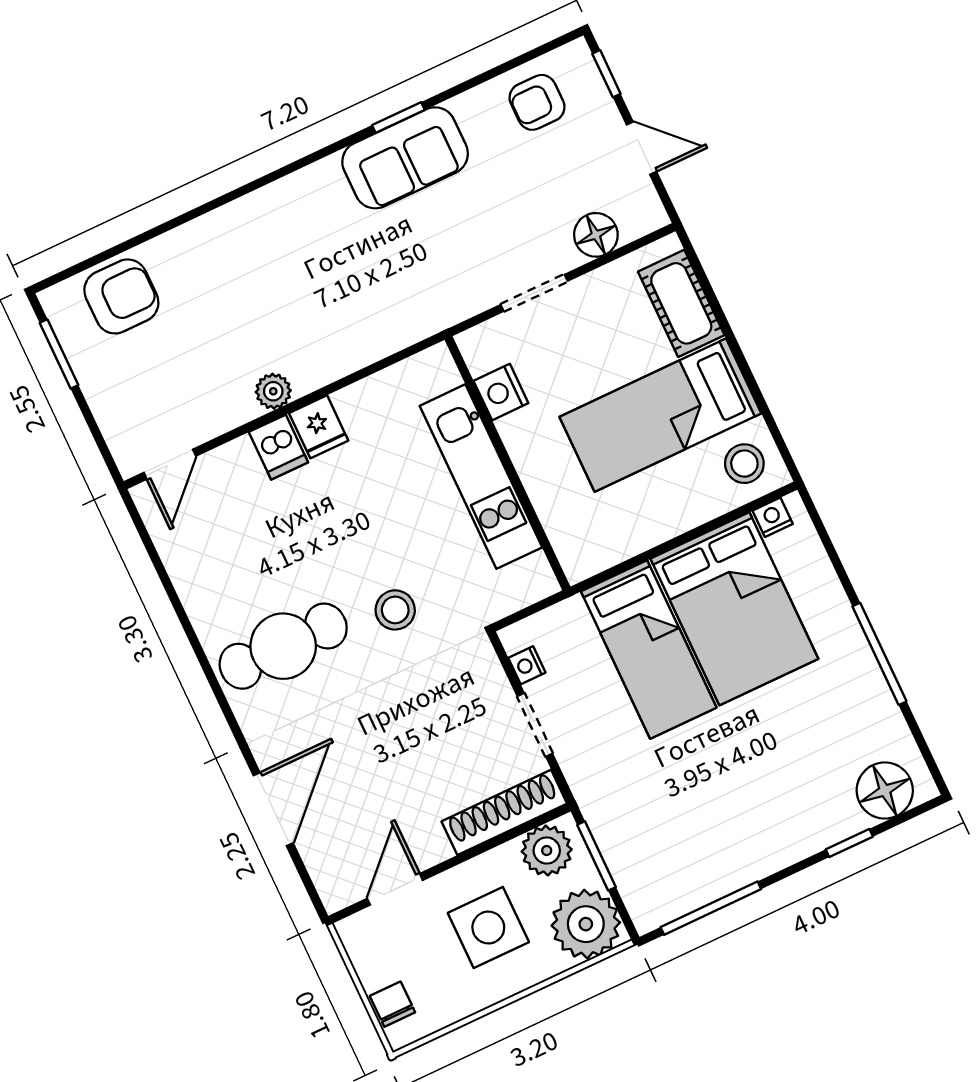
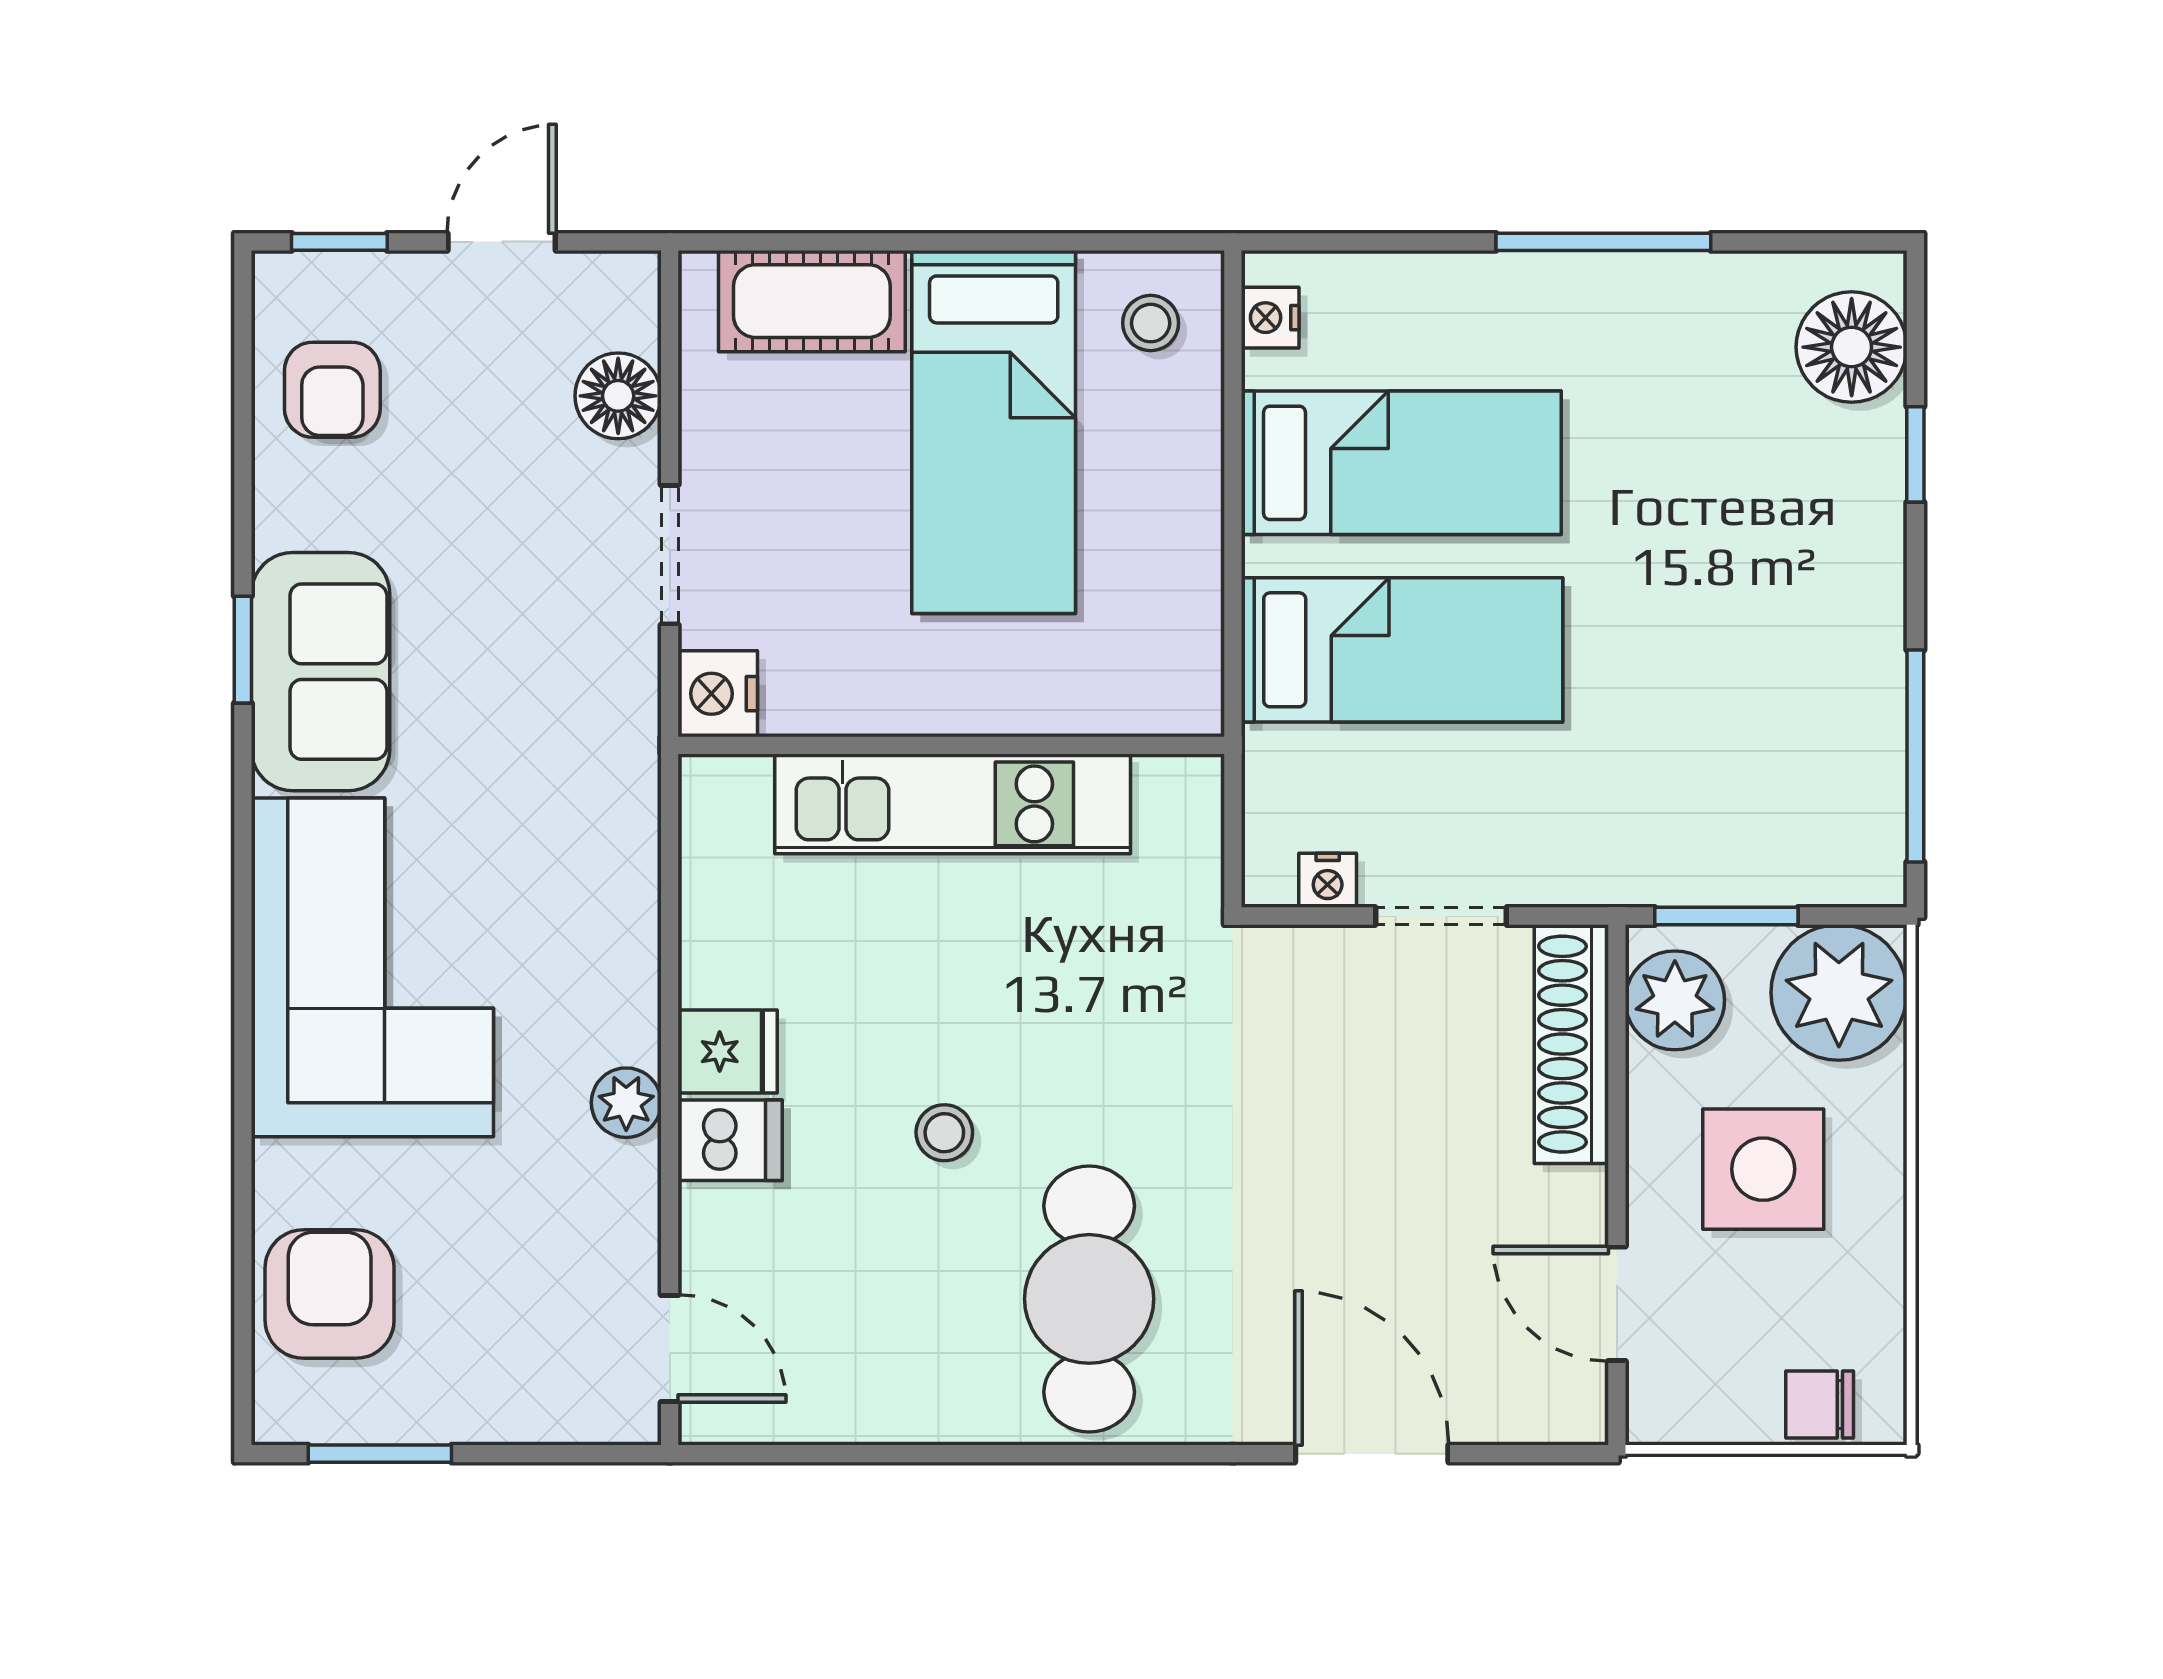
corner sofa: (281, 246) -> (372, 967), added
nightstand: (501, 392) -> (718, 694), moved, turned 90
stool: (744, 464) -> (1151, 323), width x0.73, depth x0.73
bed: (734, 609) -> (1401, 463), width x0.67
stool: (395, 610) -> (944, 1133), moved, width x0.73, depth x0.73

